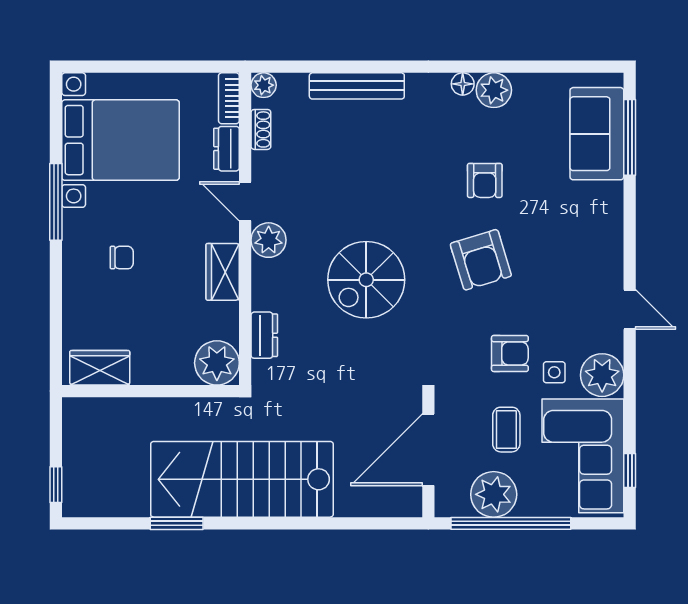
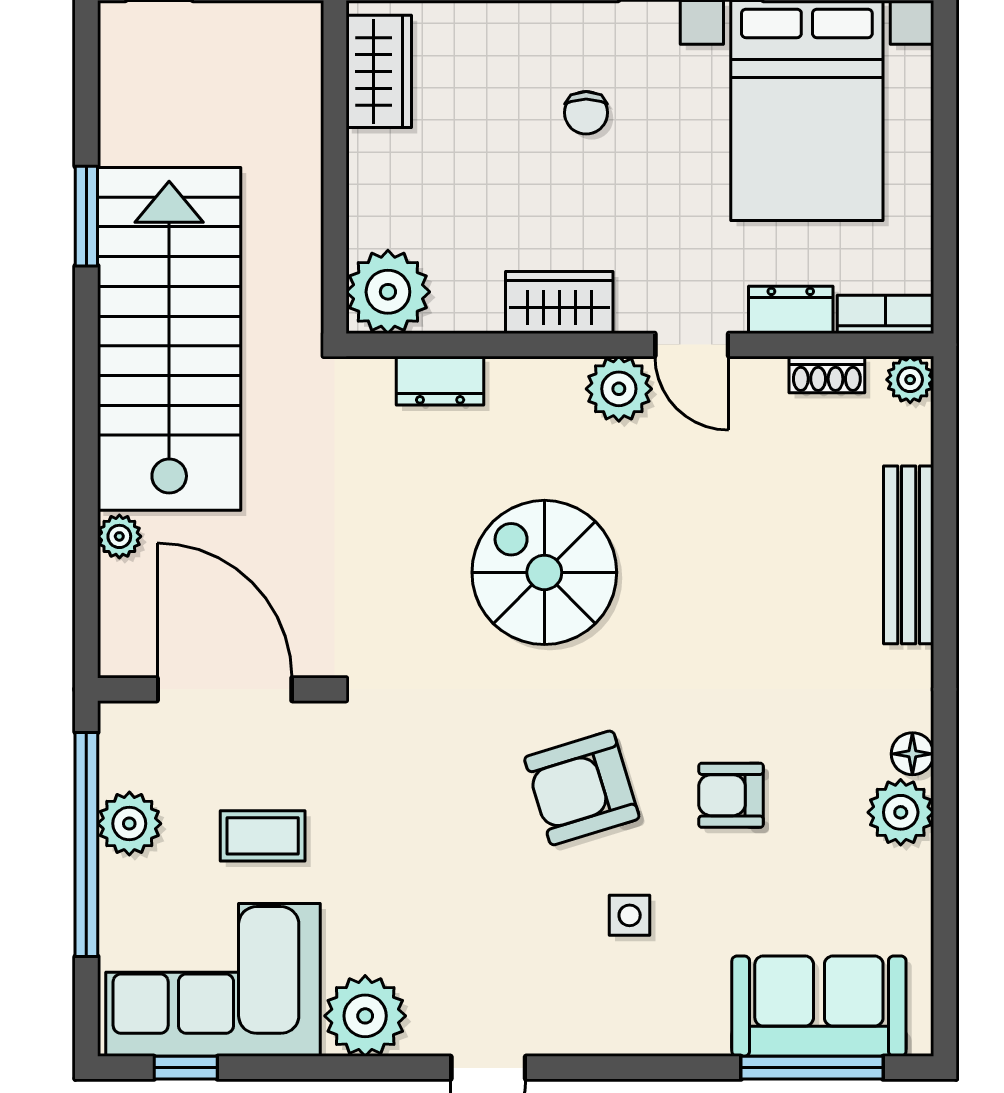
door: (245, 201) -> (692, 345), swing flipped
armchair: (510, 353) -> (406, 843), removed
side table: (554, 372) -> (630, 915), moved
plant: (494, 494) -> (129, 824), width x0.73, depth x0.73
plant: (347, 506) -> (119, 536), added

